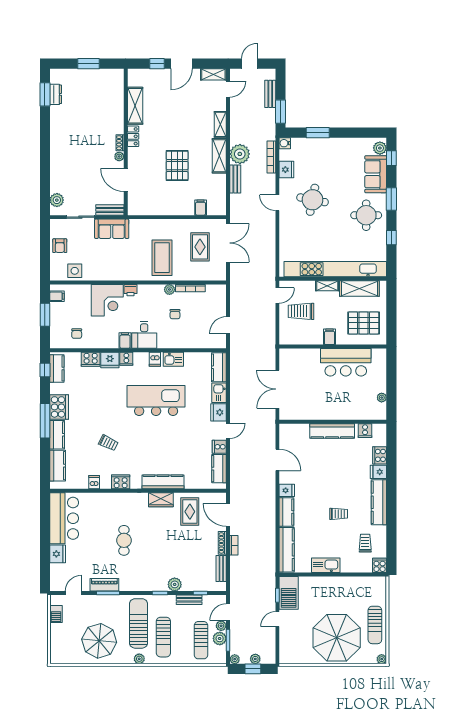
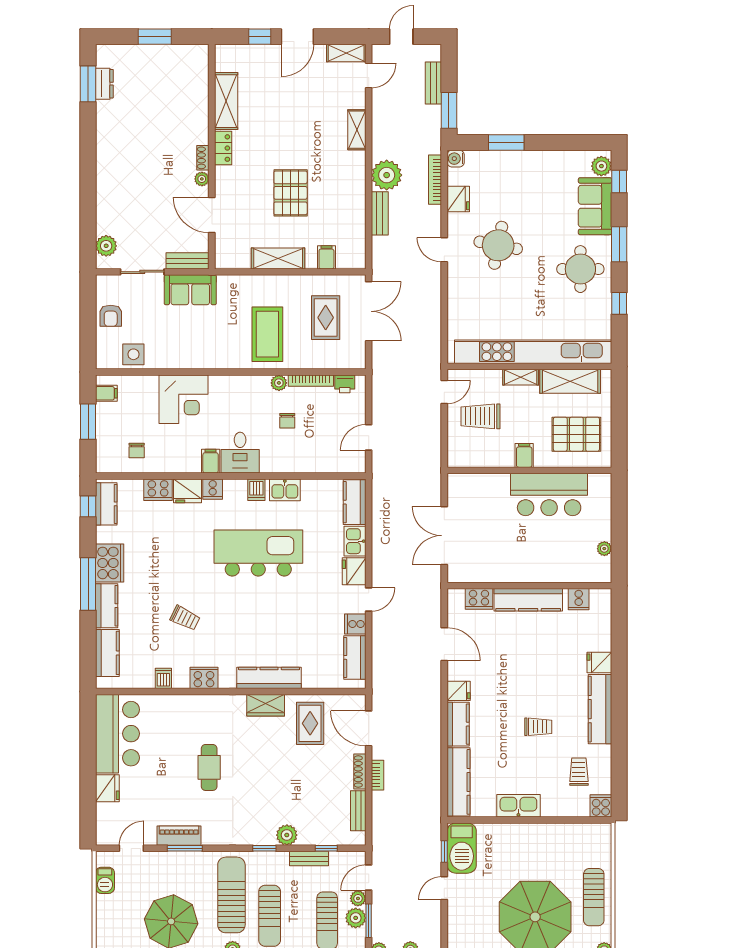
shelving: (219, 156) -> (278, 258), moved, turned 90
printer: (131, 290) -> (345, 384), moved
cooker: (380, 455) -> (479, 599), moved, turned -90

